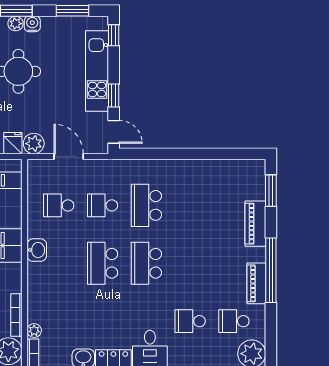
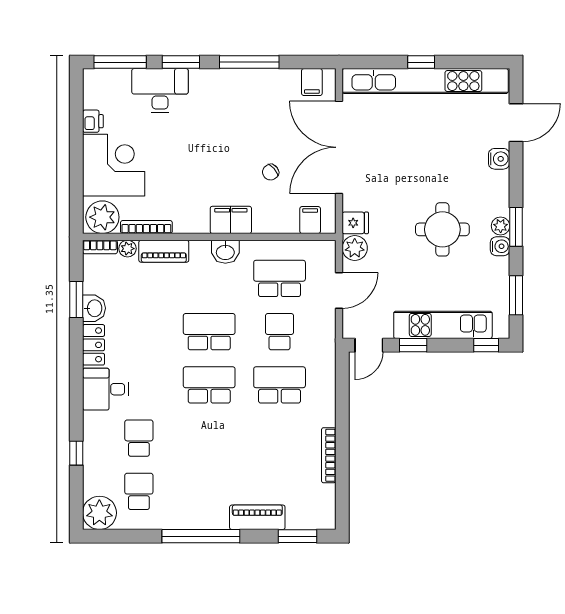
bookcase: (204, 165) -> (329, 455), added
school desk: (59, 205) -> (280, 278), width x1.85
piano: (256, 283) -> (164, 251), moved, turned 180

